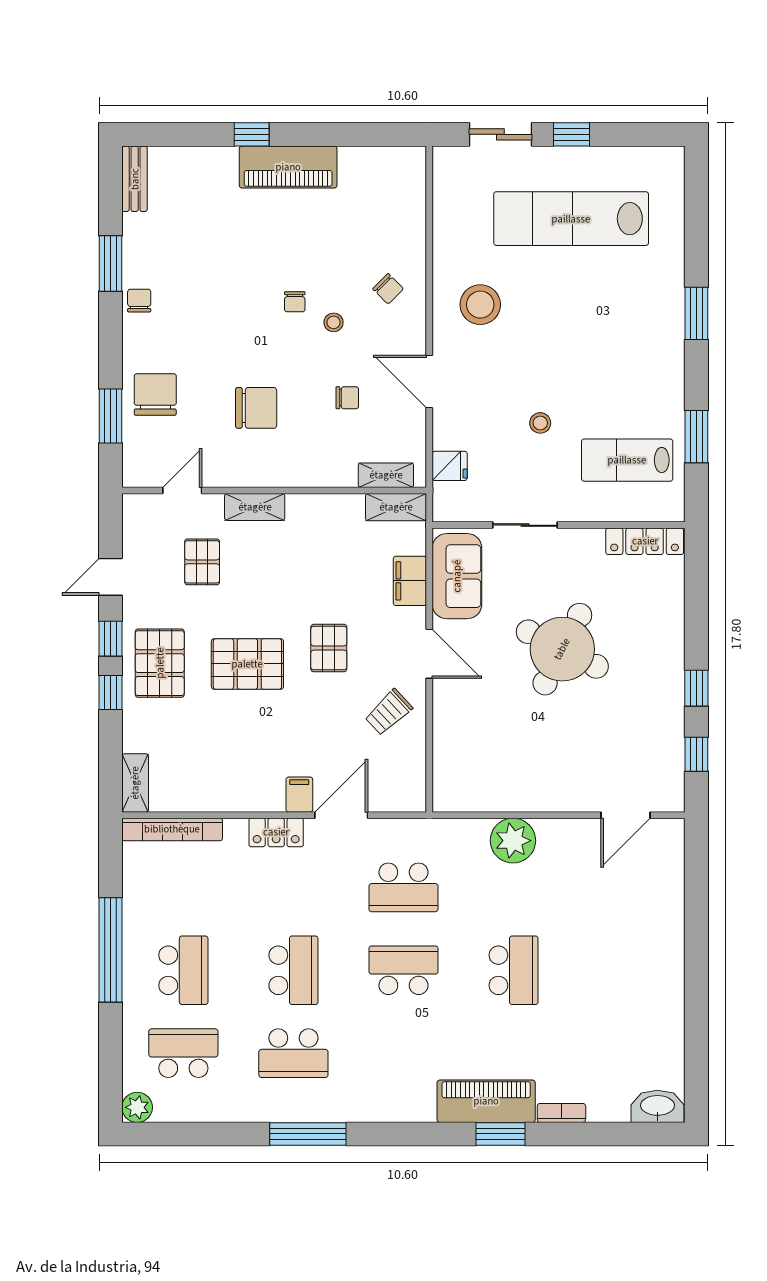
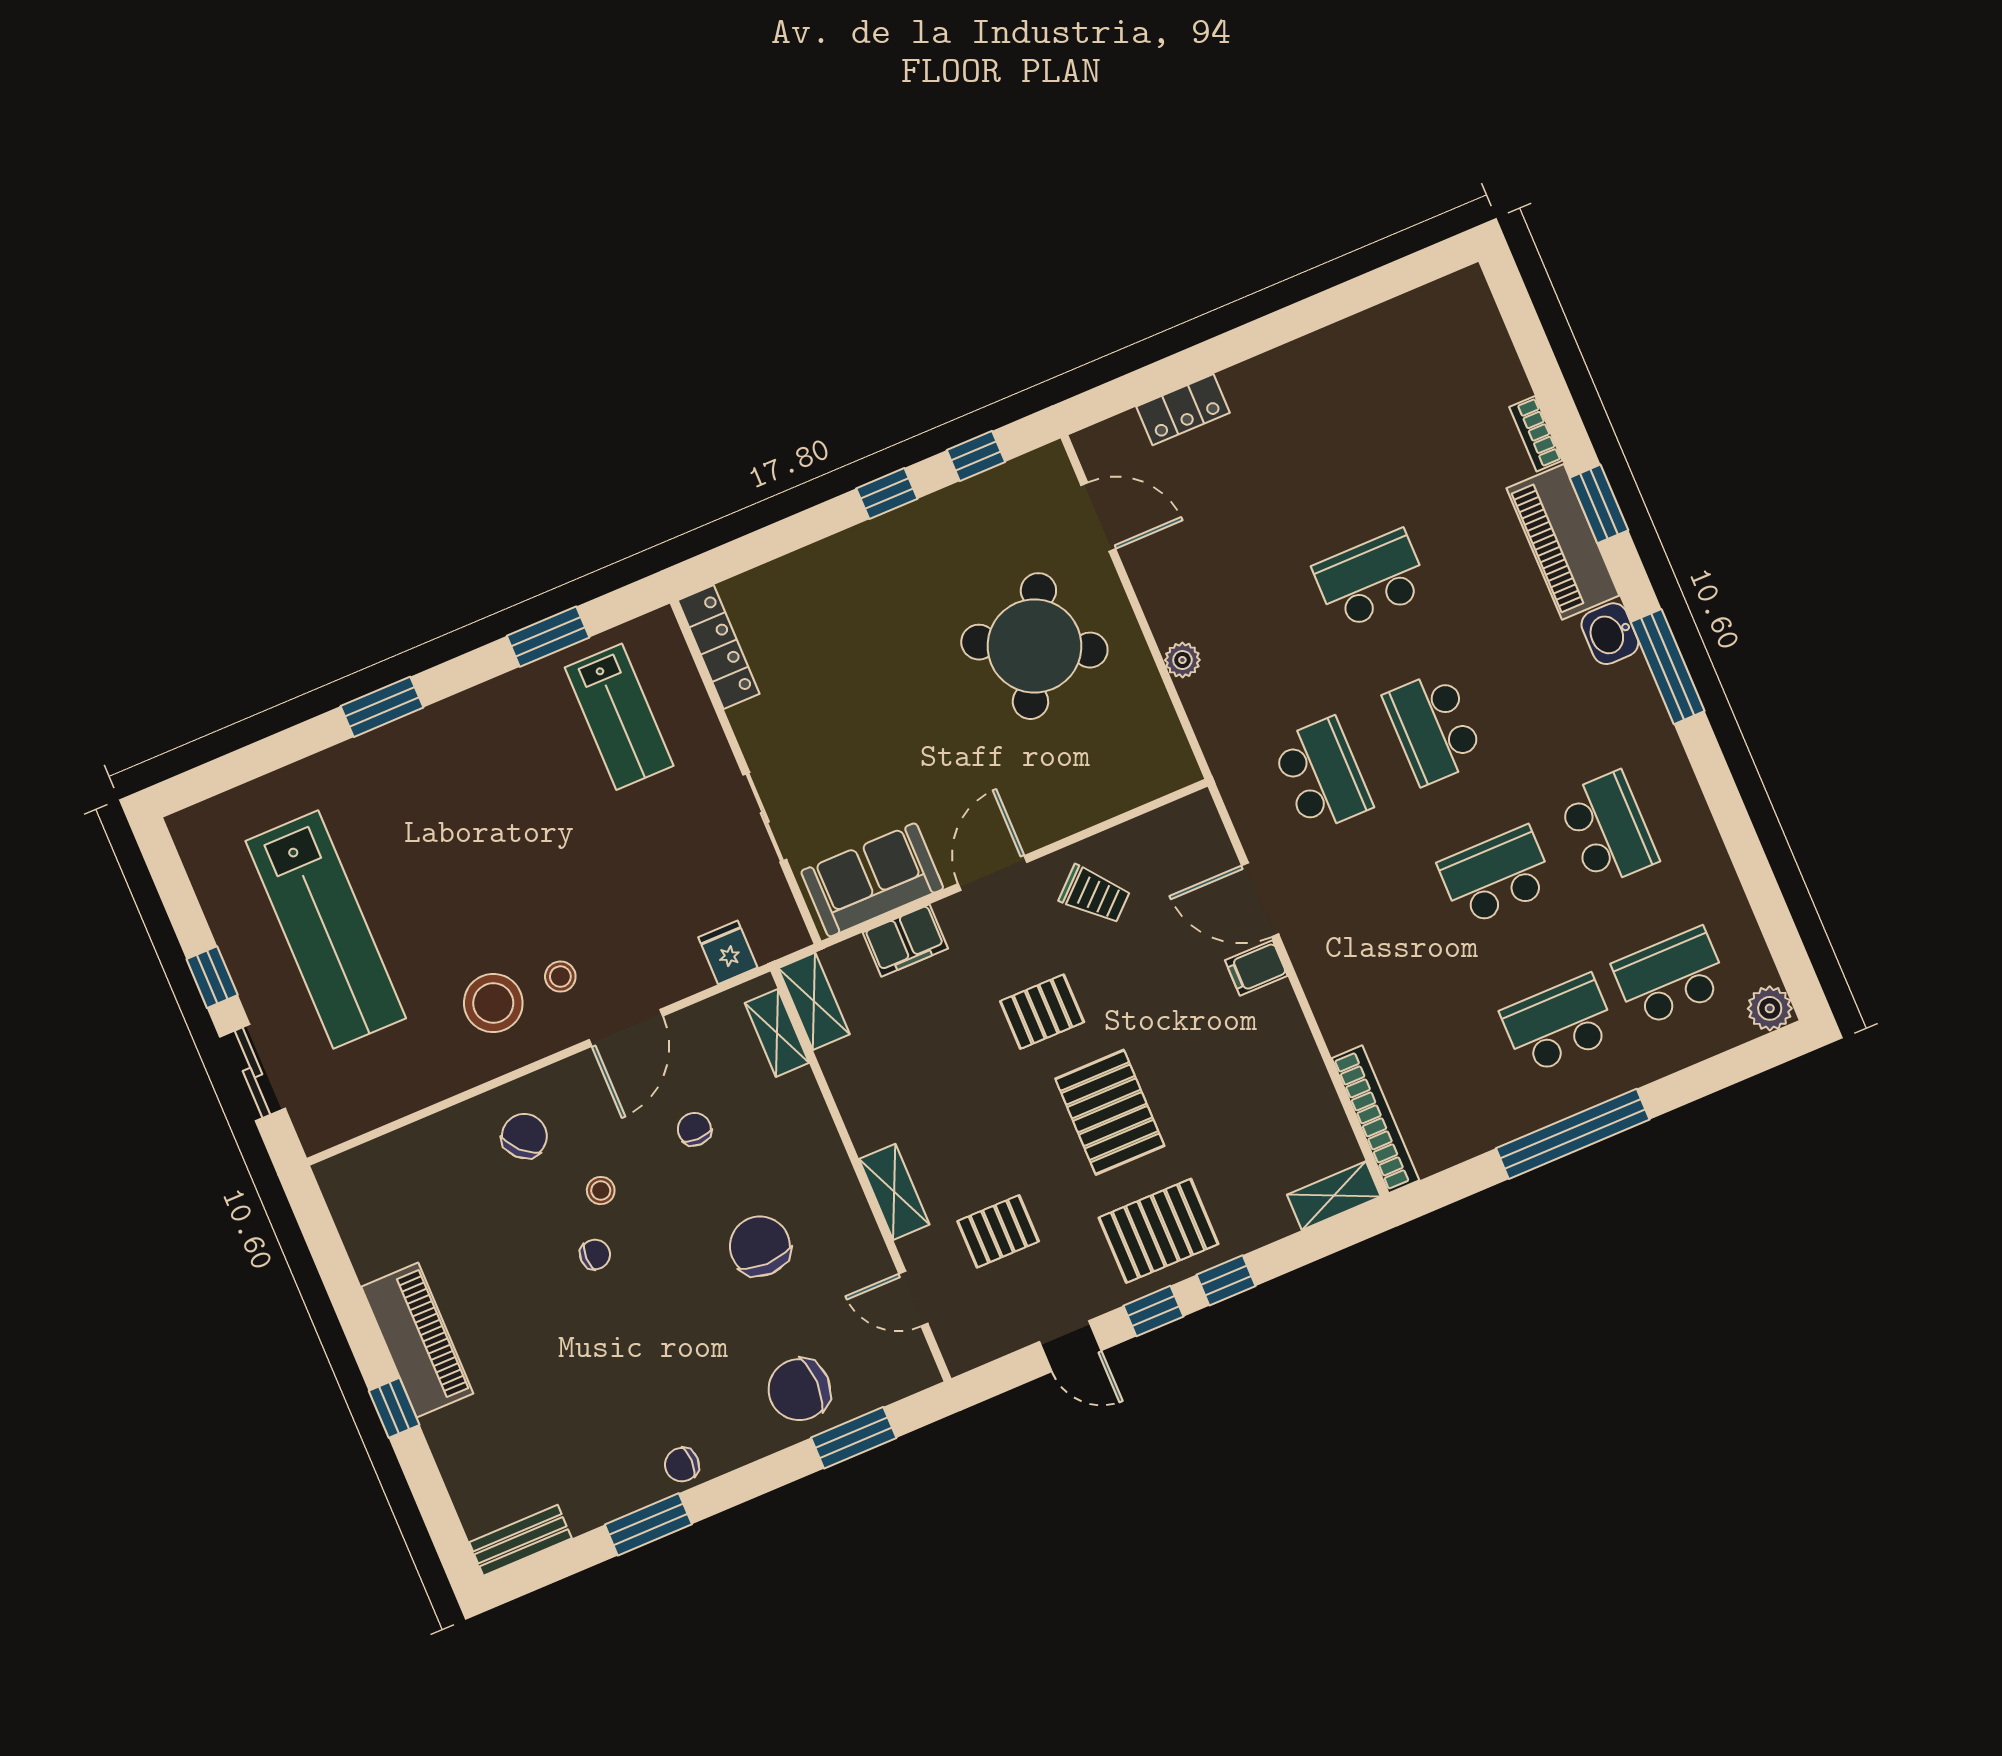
chair: (388, 289) -> (524, 1136), width x1.37, depth x1.37
stool: (540, 423) -> (560, 977), moved
round table: (562, 649) -> (1034, 646), moved
locker: (276, 832) -> (1183, 410), moved, turned 90
plant: (513, 841) -> (1182, 660), width x0.53, depth x0.53
school desk: (183, 1053) -> (1670, 977), turned 90
washbasin: (657, 1106) -> (1610, 634), moved, width x0.72
window: (308, 1134) -> (1668, 667), moved

